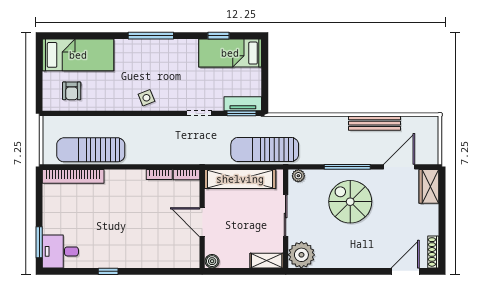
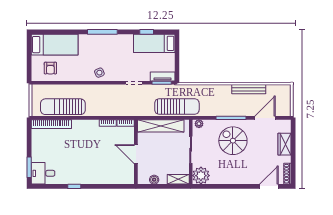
sun lounger: (265, 149) -> (177, 107), turned 180
wardrobe: (429, 186) -> (284, 144), moved
boiler: (212, 261) -> (154, 180), moved

